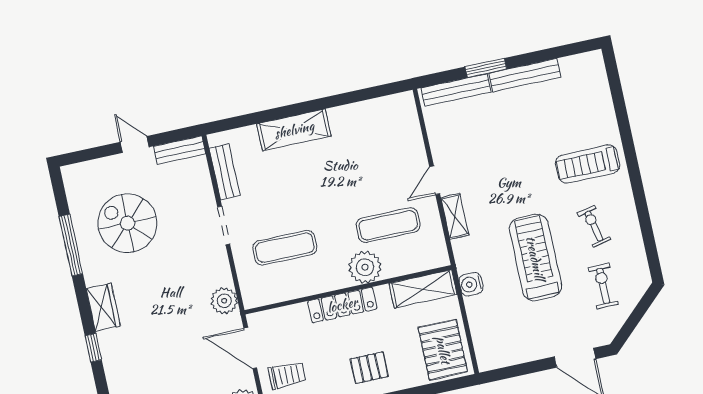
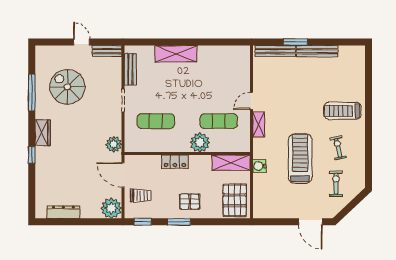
locker: (342, 305) -> (175, 162), width x0.66

